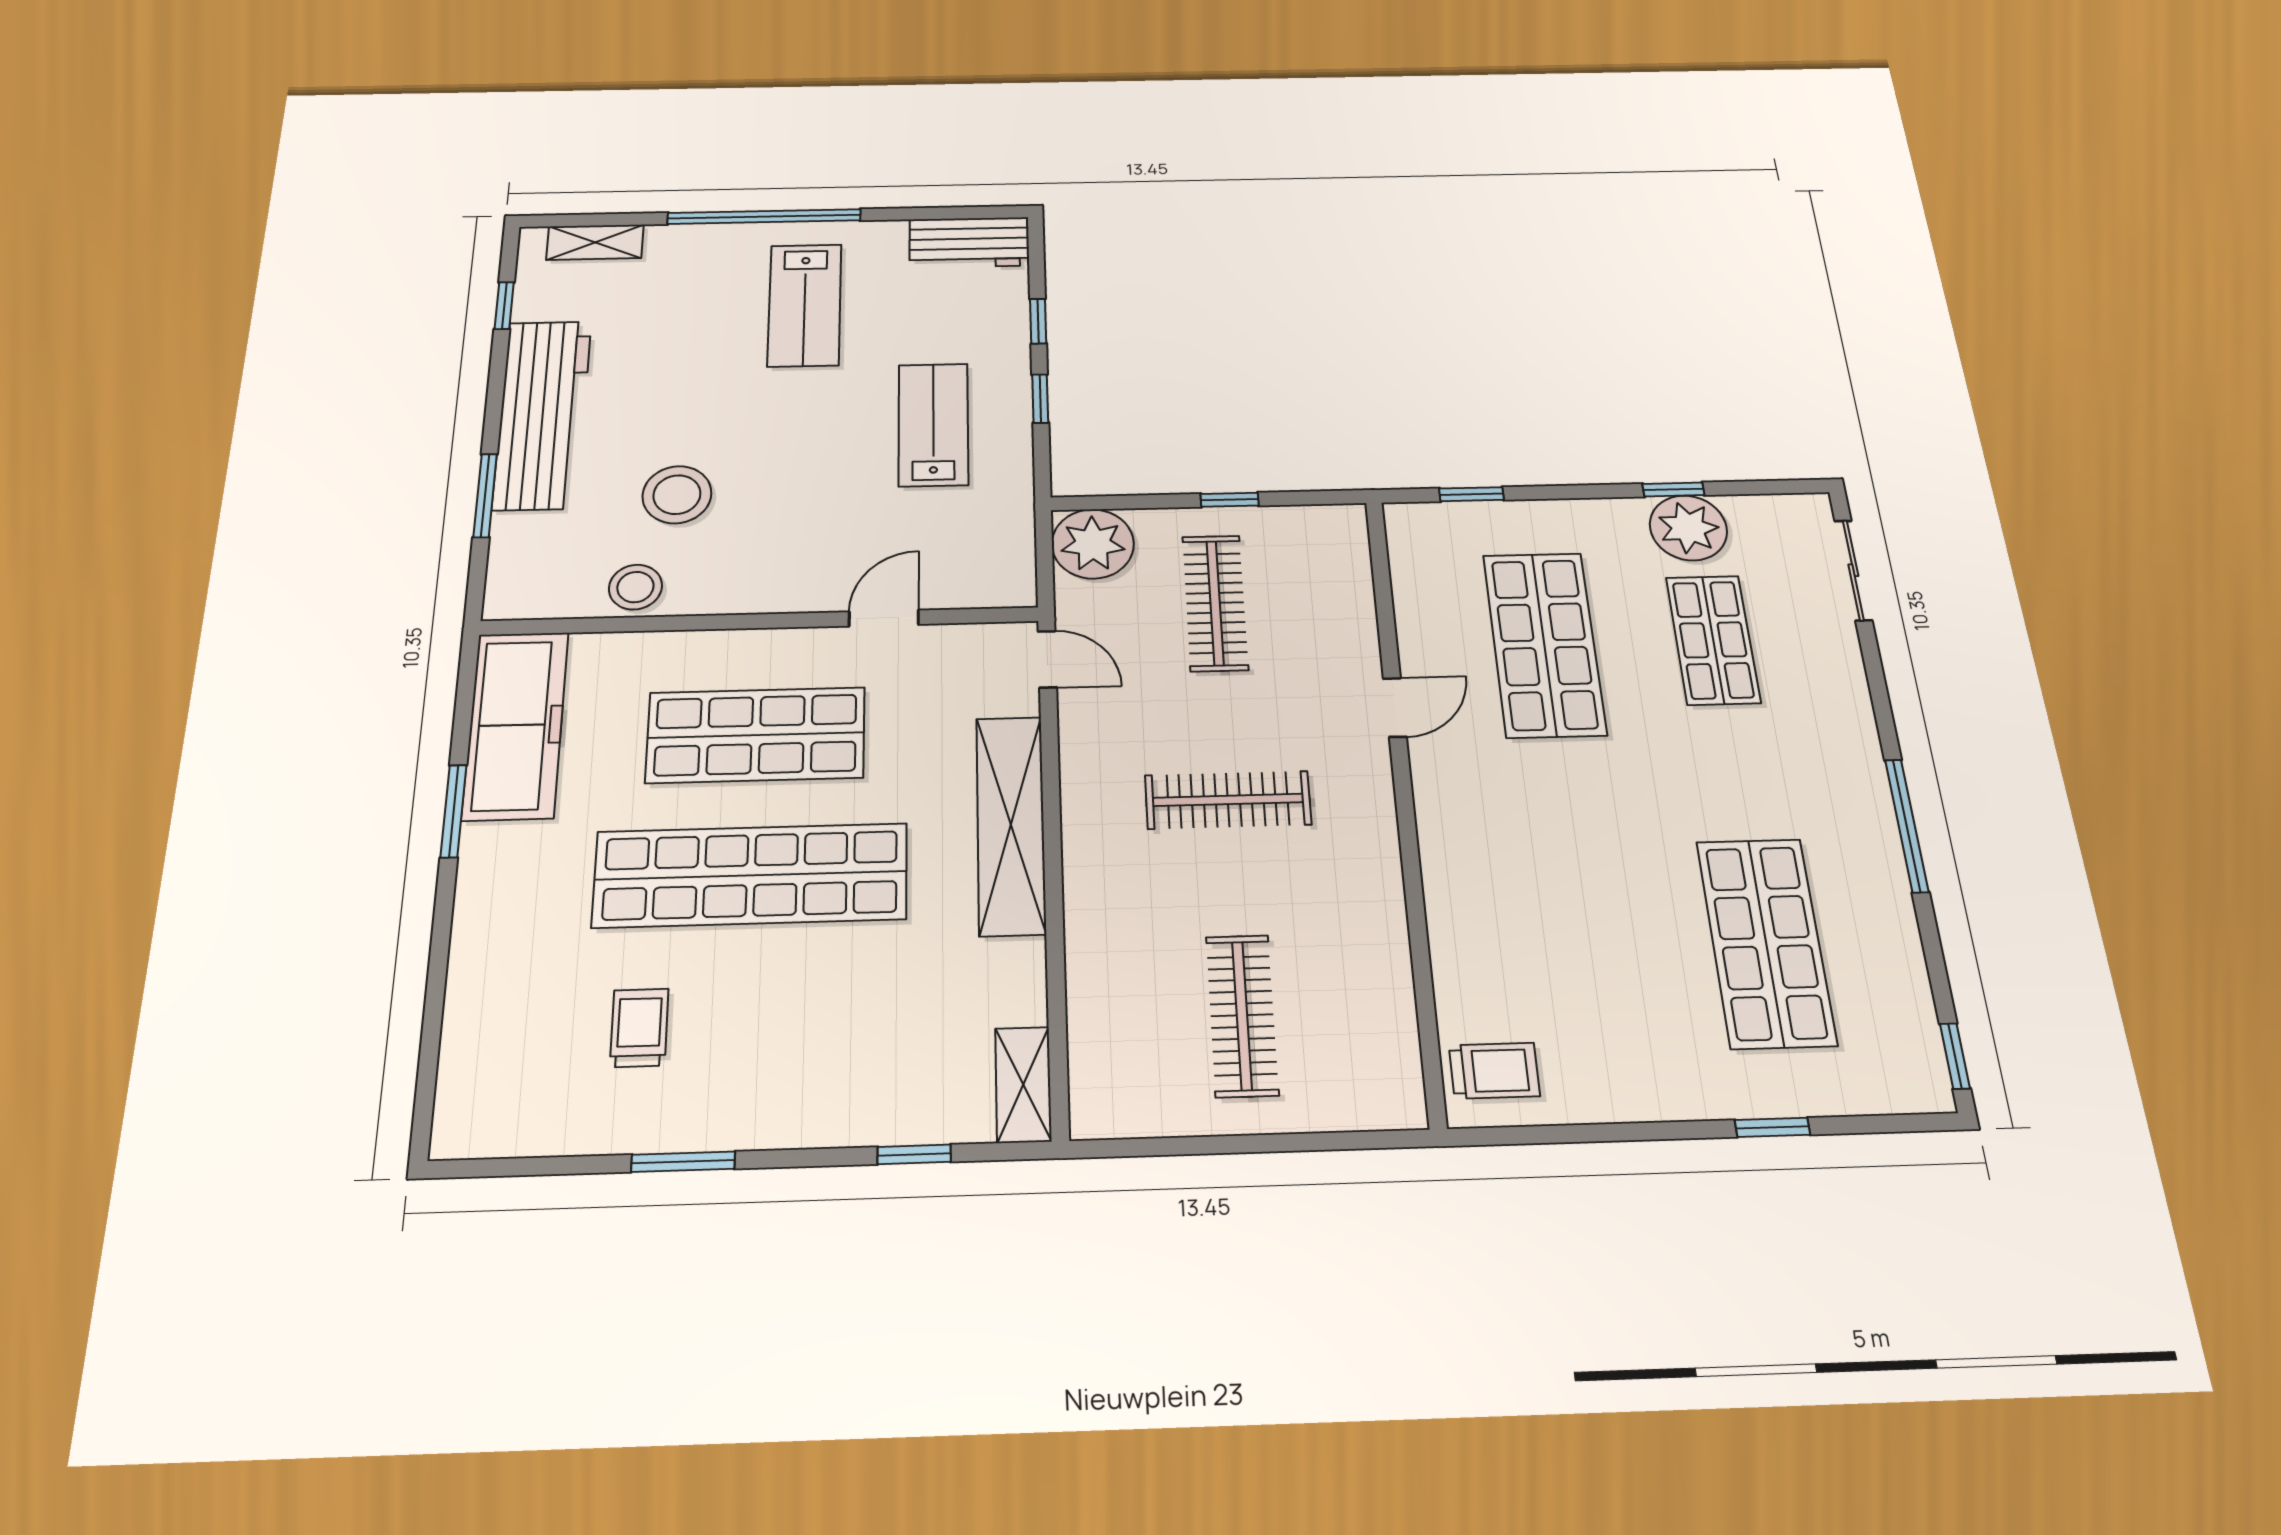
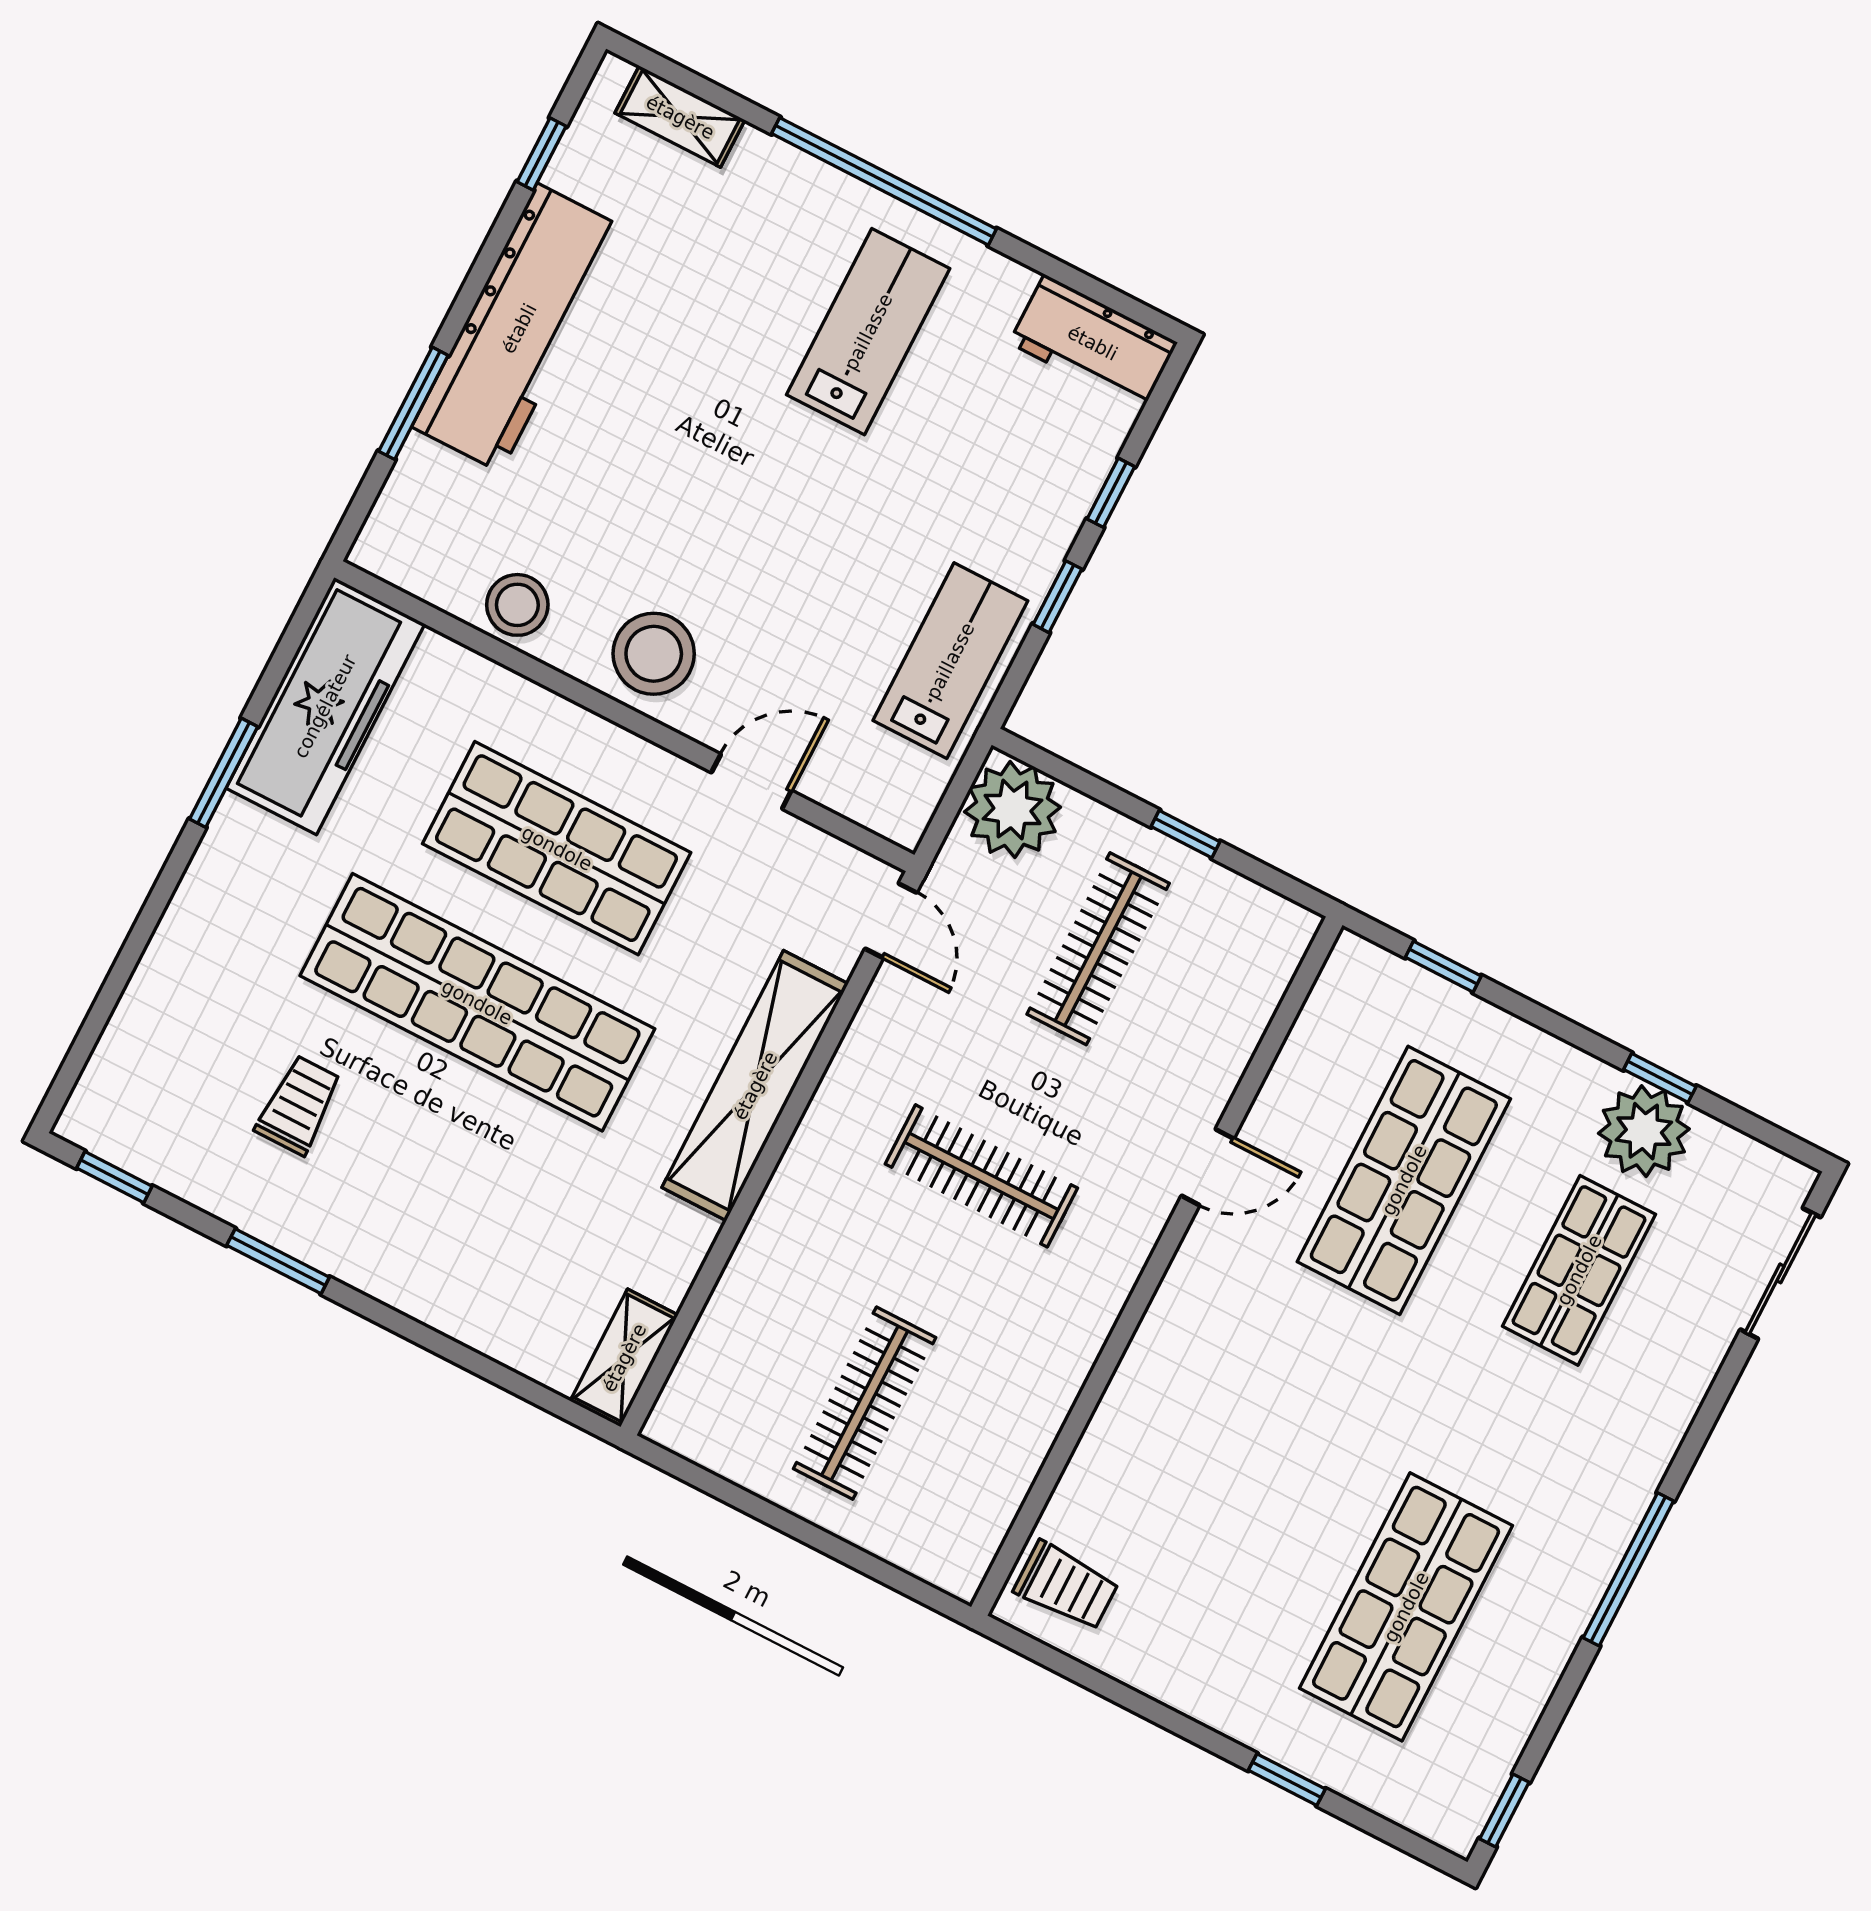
lab bench: (805, 305) -> (868, 332), turned 180
lab bench: (933, 425) -> (950, 661), moved
stool: (677, 495) -> (654, 654), moved
window: (914, 1154) -> (114, 1177), moved

